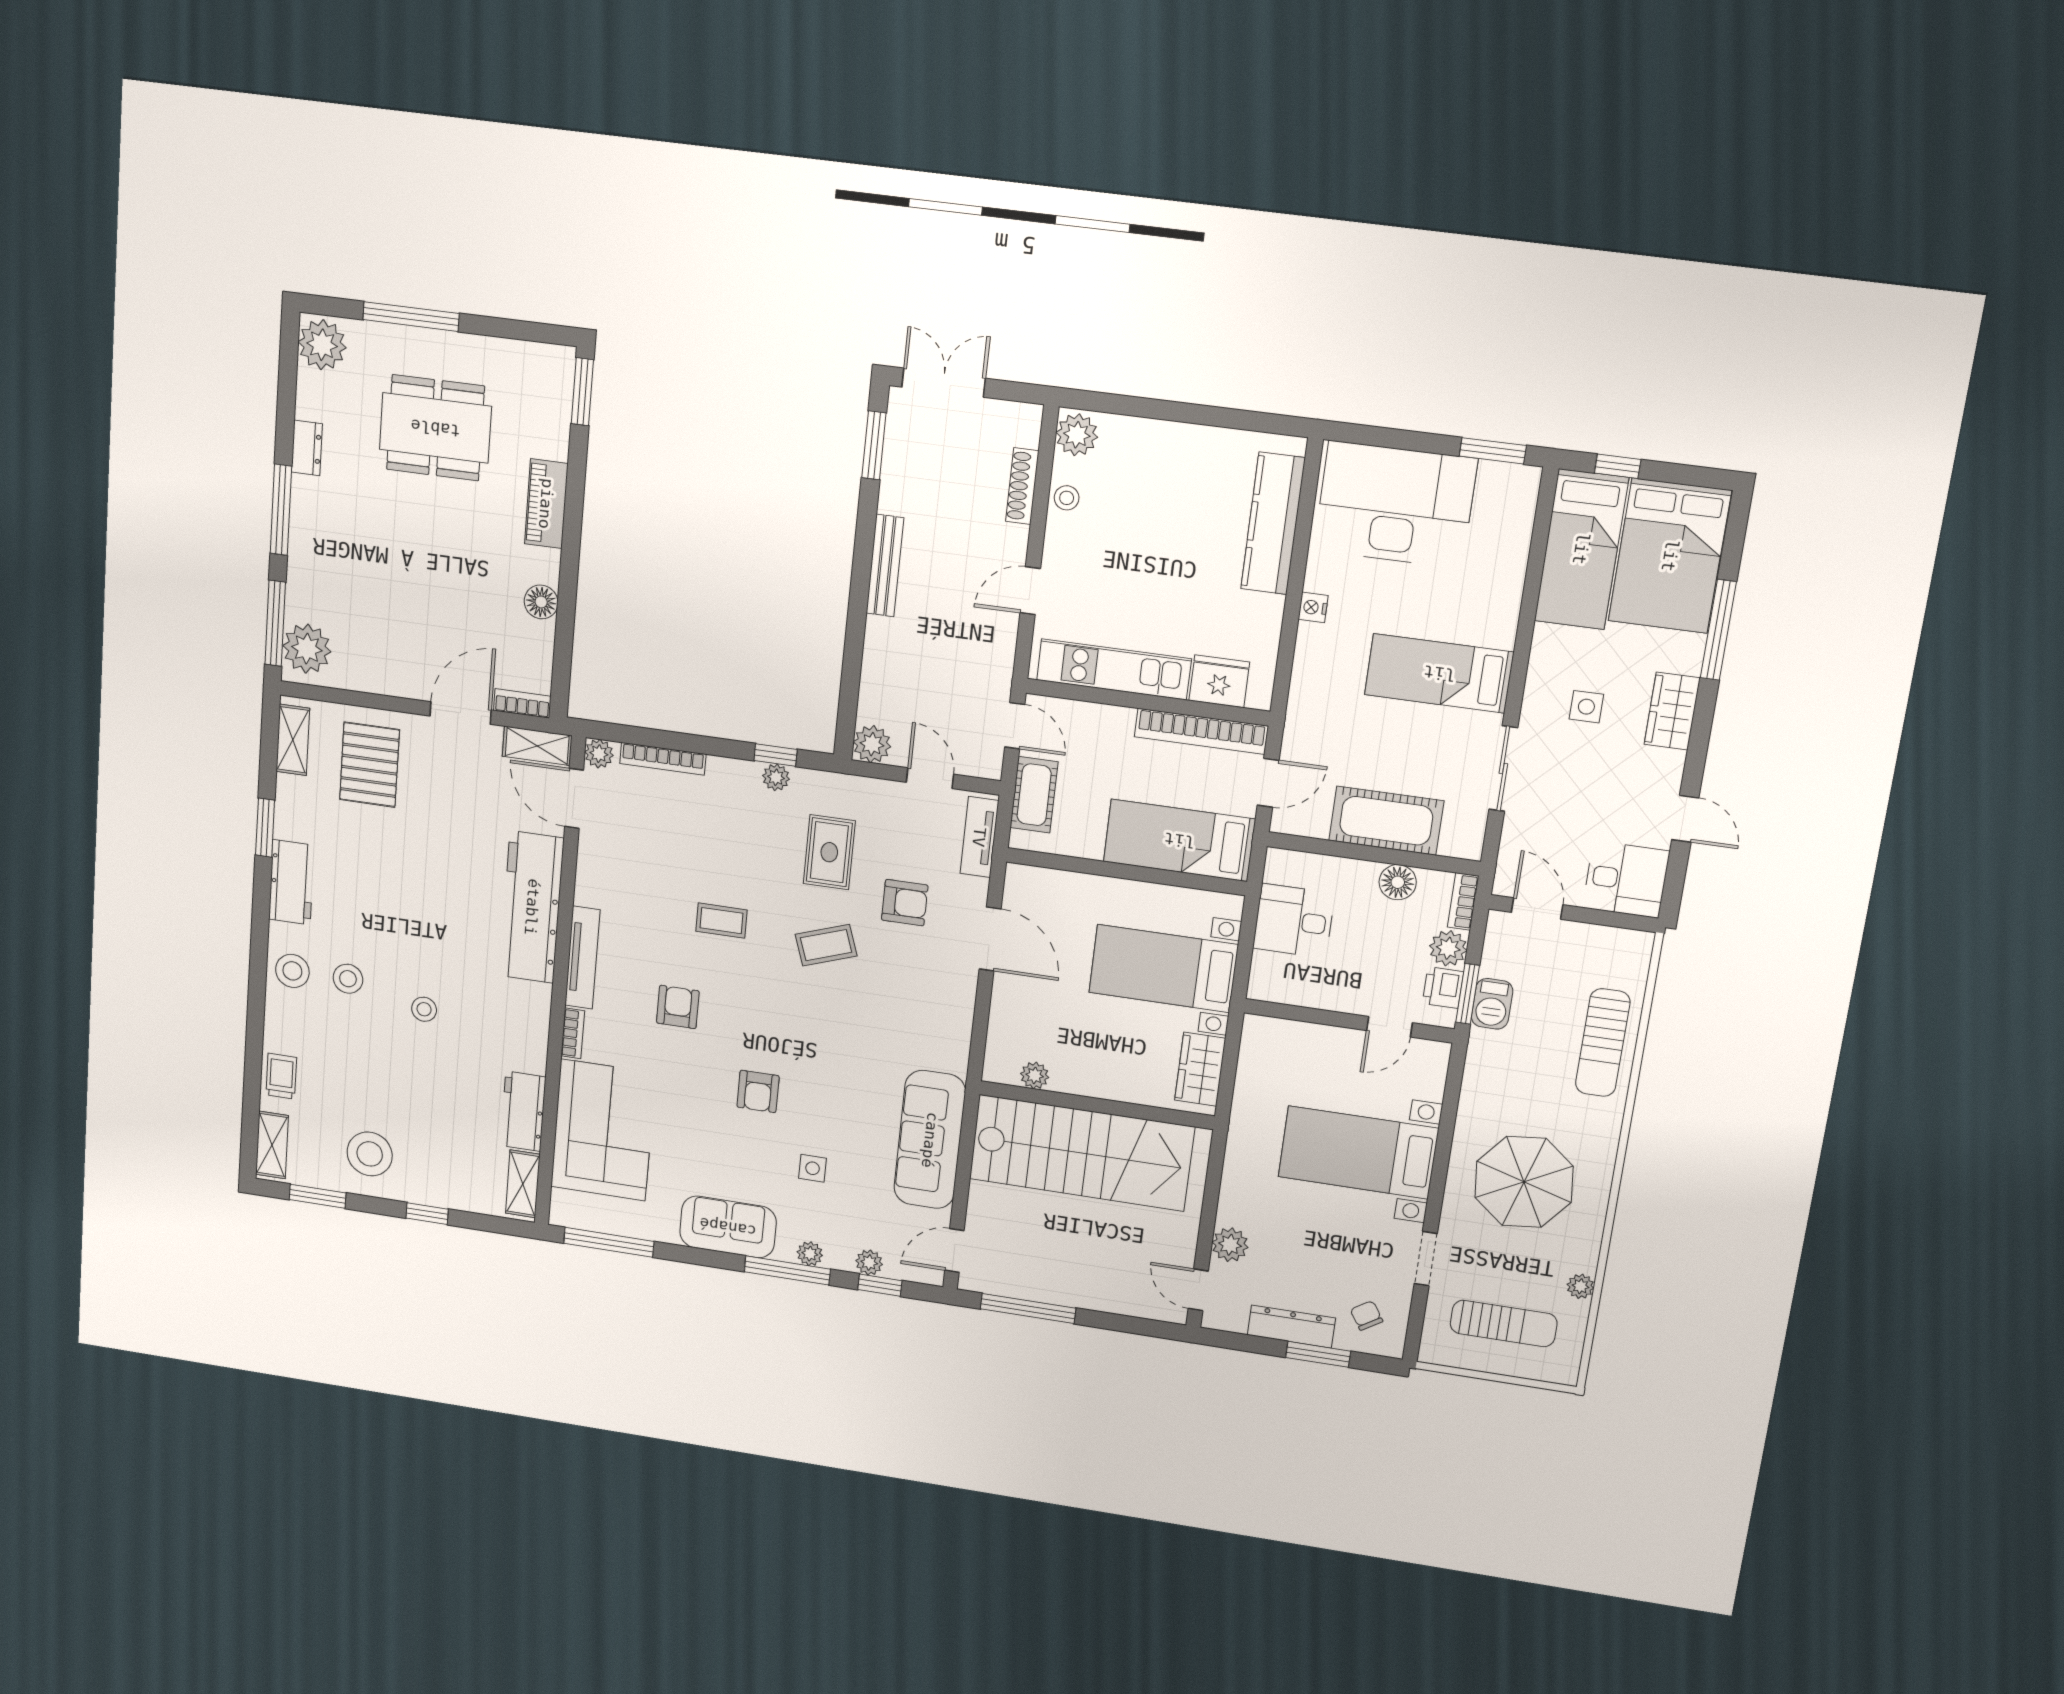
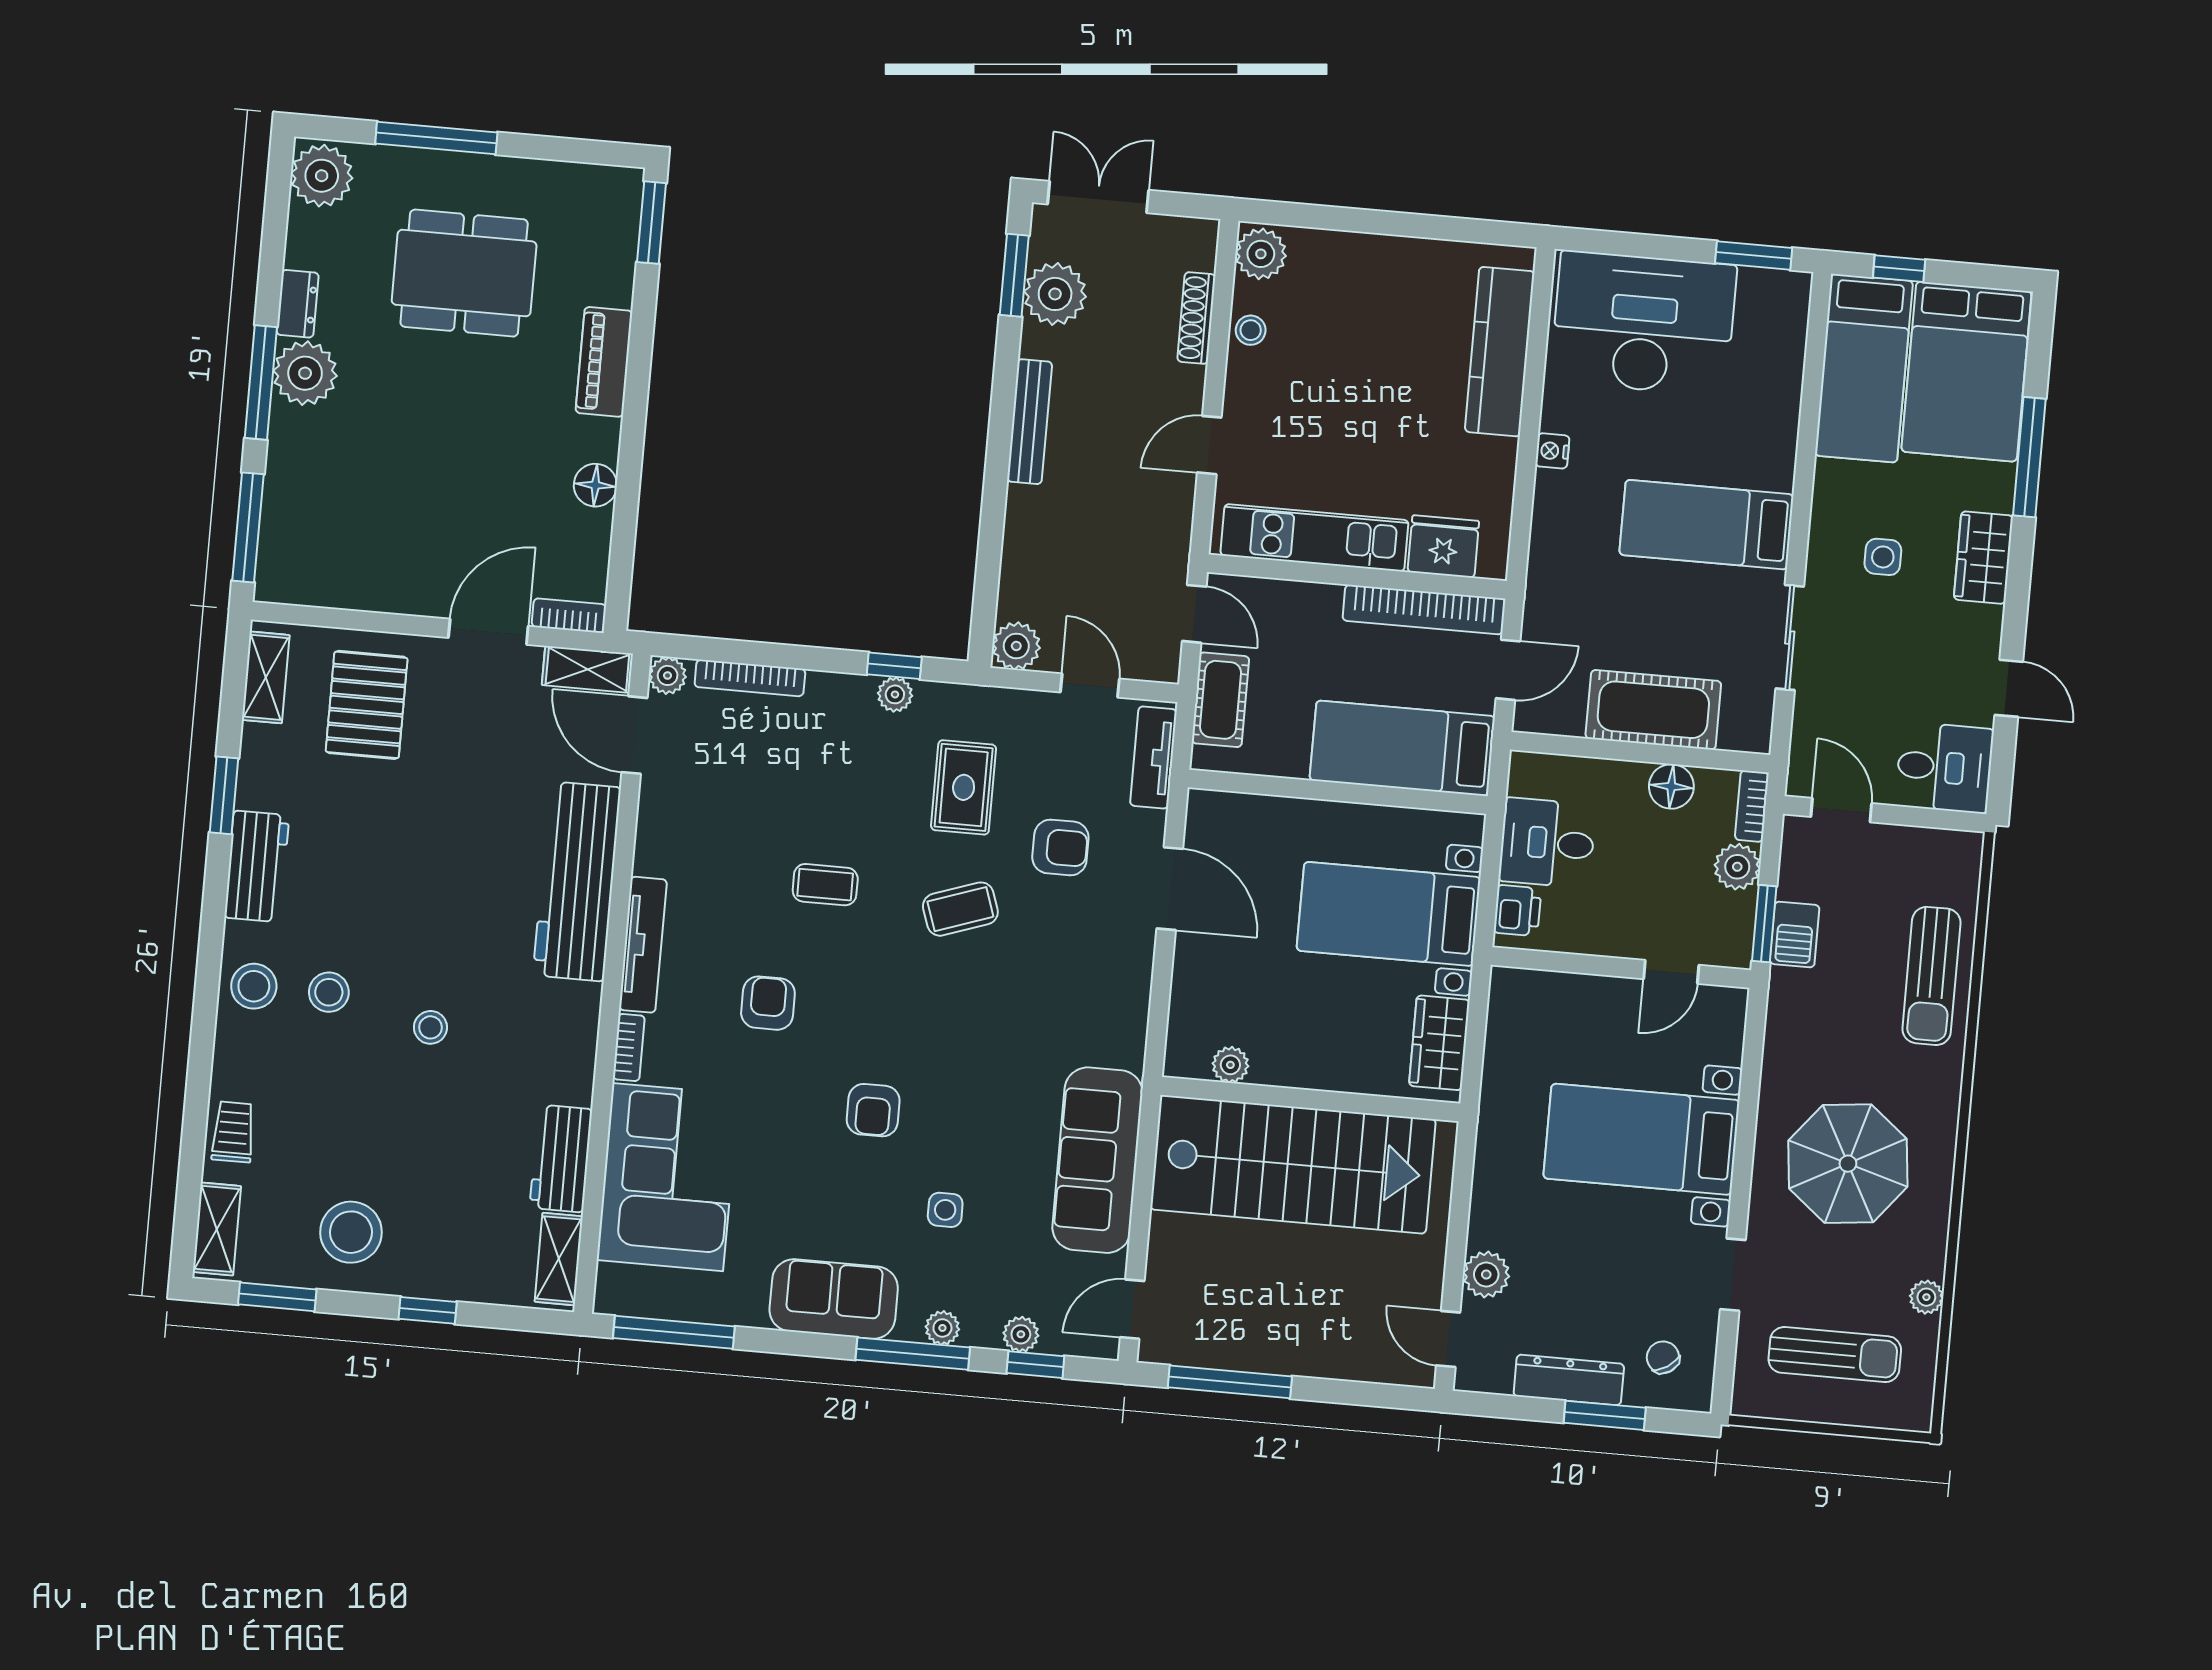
plant: (907, 462) -> (1055, 294), added
plant: (307, 649) -> (305, 373), moved
printer: (1443, 988) -> (1517, 910), moved, turned 180

